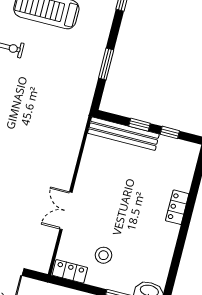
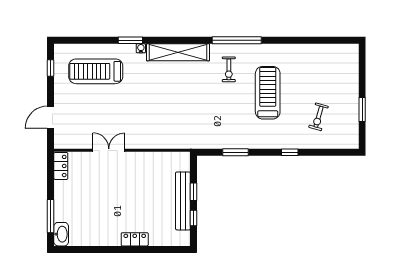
bench: (123, 134) -> (183, 201), moved
stool: (104, 255) -> (81, 190), removed

